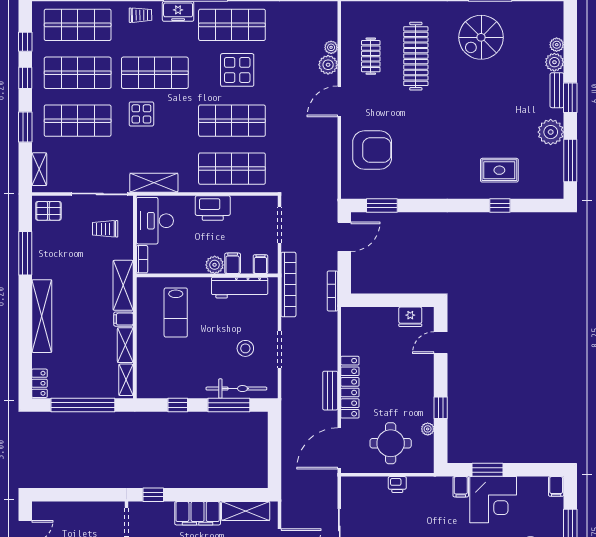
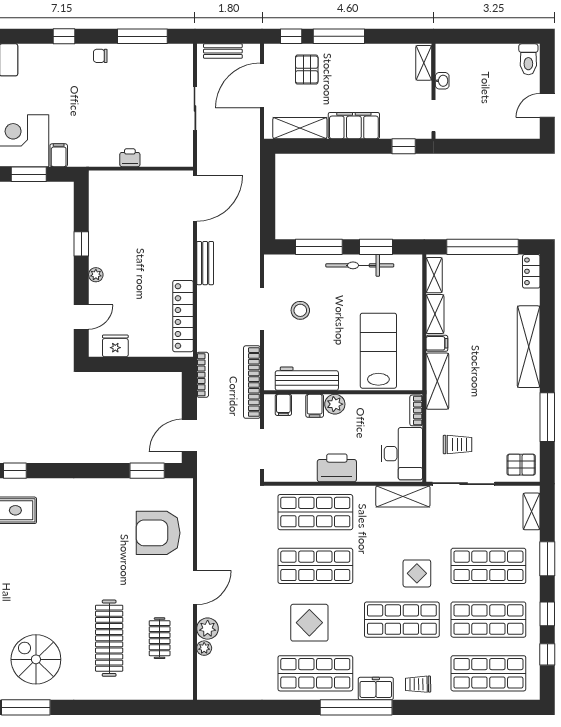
spiral stairs: (481, 37) -> (36, 659), turned -90
lab bench: (176, 313) -> (378, 351), width x1.36, depth x1.39
locker: (350, 387) -> (183, 316), moved
bicycle: (236, 389) -> (360, 265), moved
window: (178, 405) -> (376, 247), width x1.50
plant: (428, 429) -> (96, 275), moved
round table: (391, 443) -> (137, 204), removed

